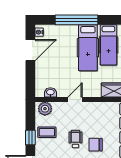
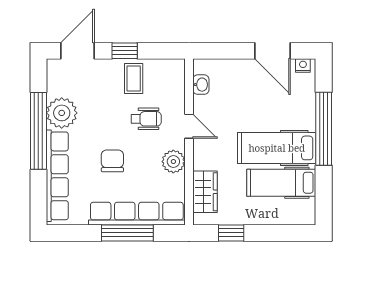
plant: (45, 109) -> (173, 162), moved
wheelchair: (75, 139) -> (146, 119), moved

